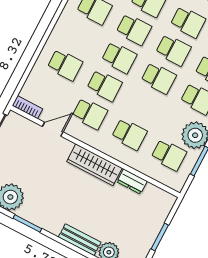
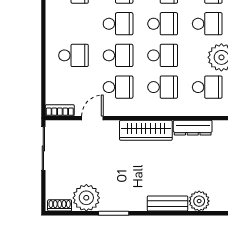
school desk: (144, 106) -> (163, 55), added
dresser: (132, 181) -> (193, 128), width x1.44

